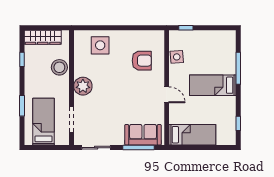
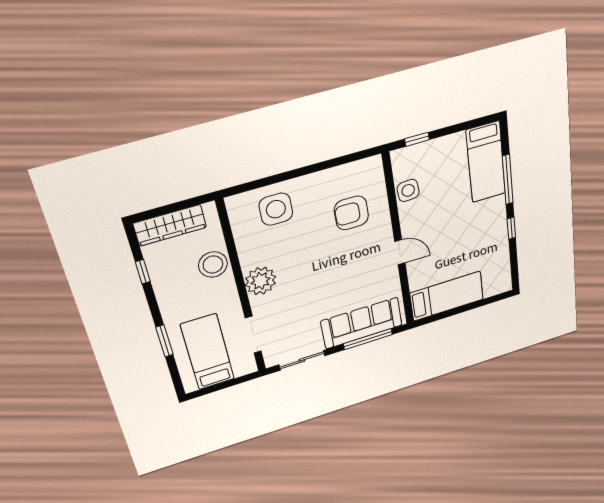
armchair: (142, 61) -> (351, 213), turned 180
bed: (213, 85) -> (486, 162), moved, turned -90
window: (238, 123) -> (511, 228), moved
sofa: (143, 135) -> (362, 323), width x1.36

